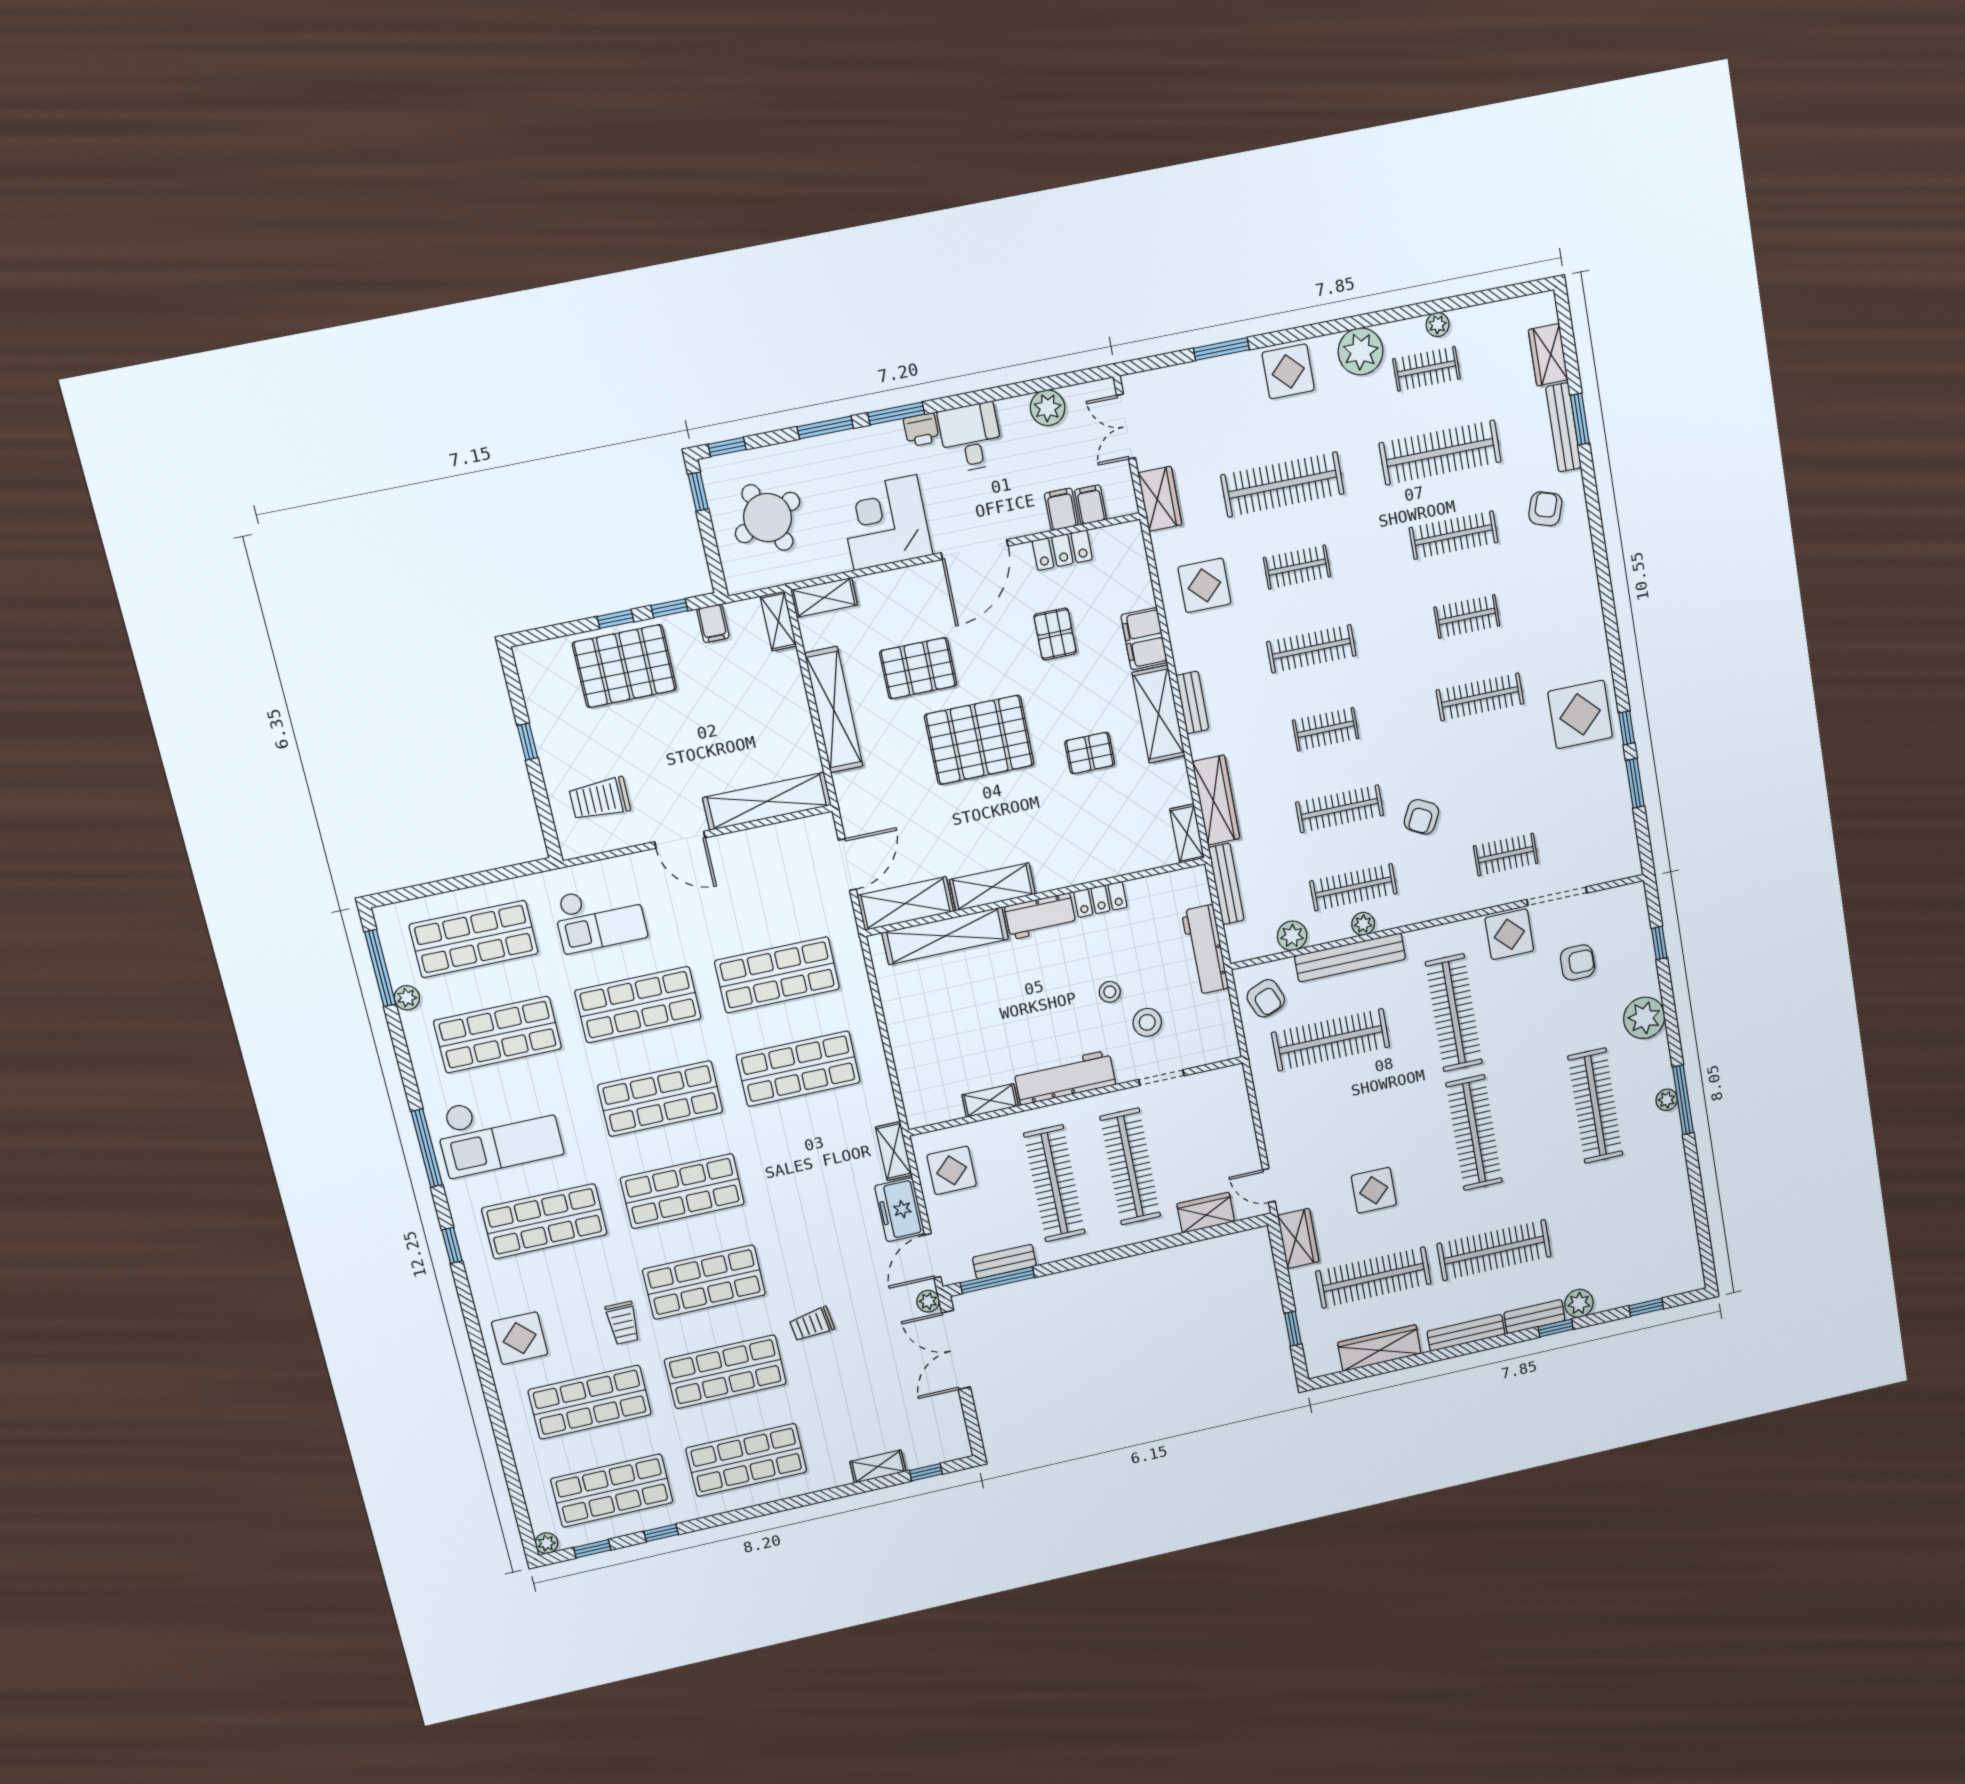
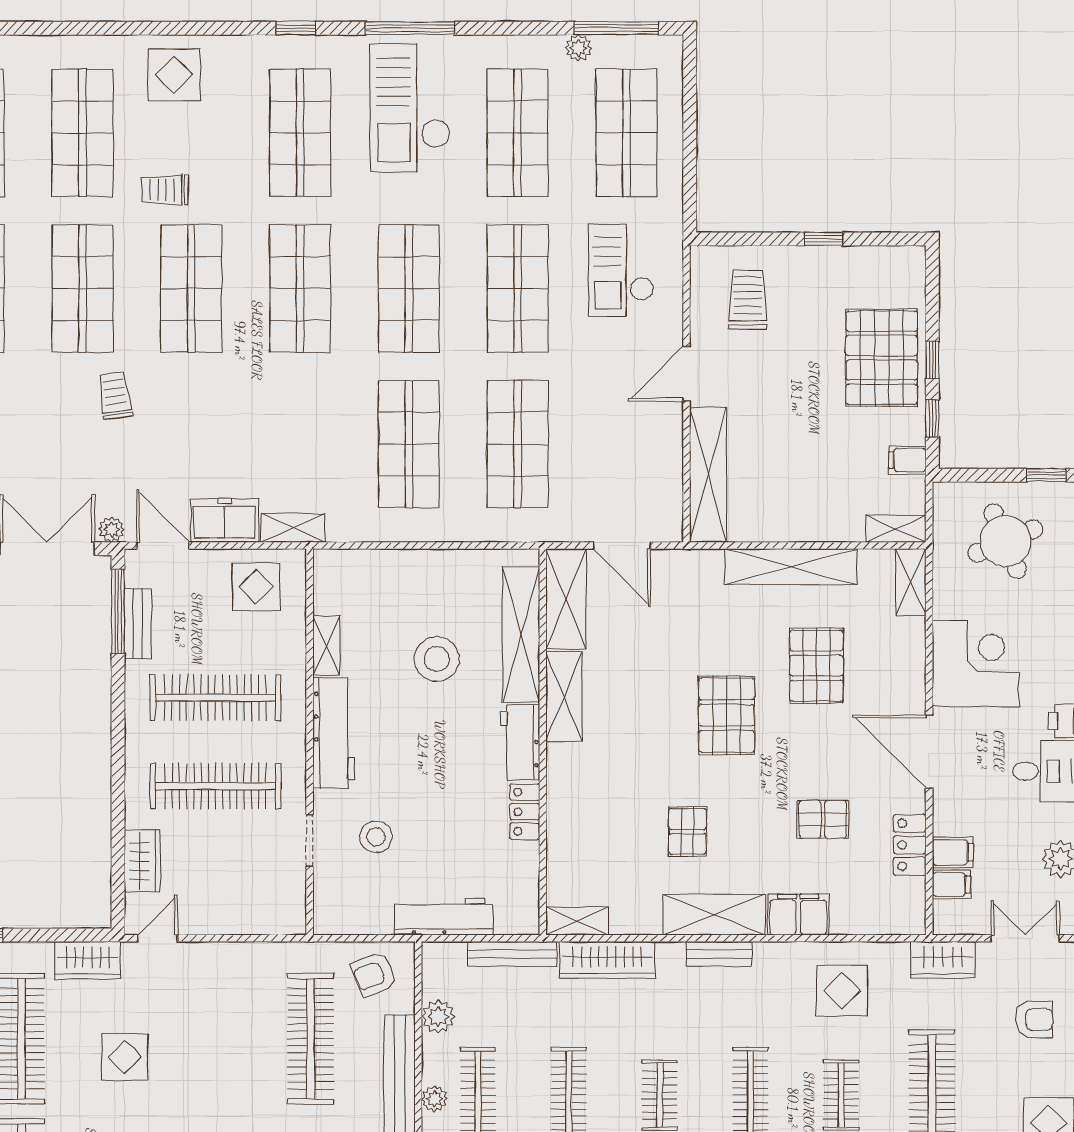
armchair: (1198, 403) -> (1034, 1020), added
pallet: (979, 740) -> (727, 715), width x0.73, depth x0.71
stool: (1110, 992) -> (437, 659), moved, width x1.89, depth x1.89

